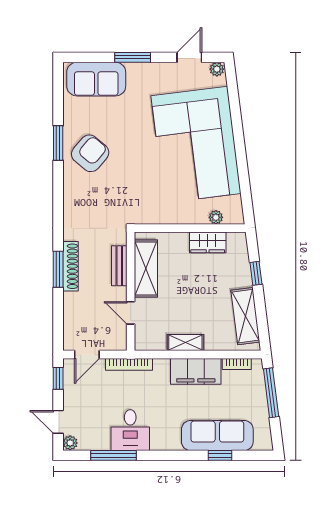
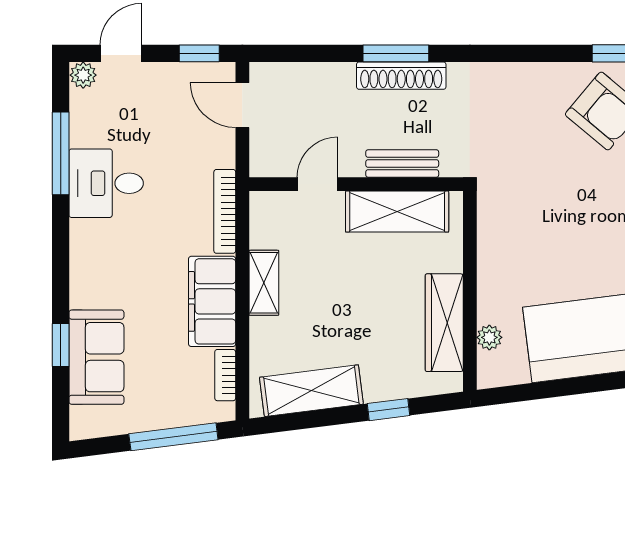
wardrobe: (208, 242) -> (444, 323), width x1.50
bookcase: (129, 364) -> (225, 211), moved
sofa: (217, 436) -> (96, 357), width x0.73

